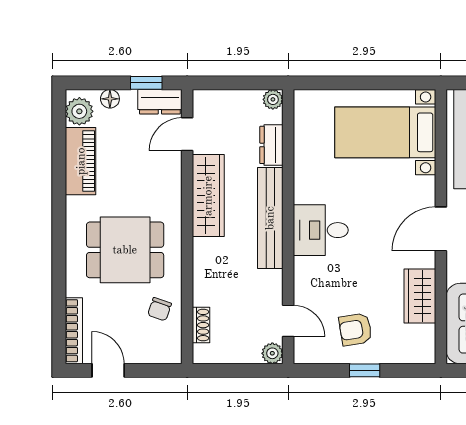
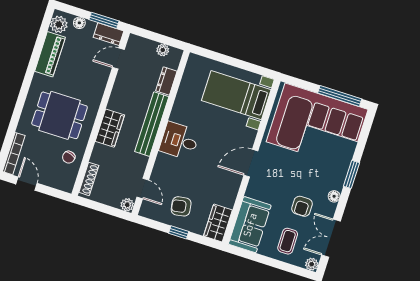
window: (146, 83) -> (104, 20), width x1.50
plant: (273, 99) -> (163, 50), moved
wardrobe: (208, 196) -> (110, 128), moved, width x0.67
wardrobe: (420, 296) -> (218, 223), moved
shoe rack: (201, 325) -> (89, 179), width x1.43

